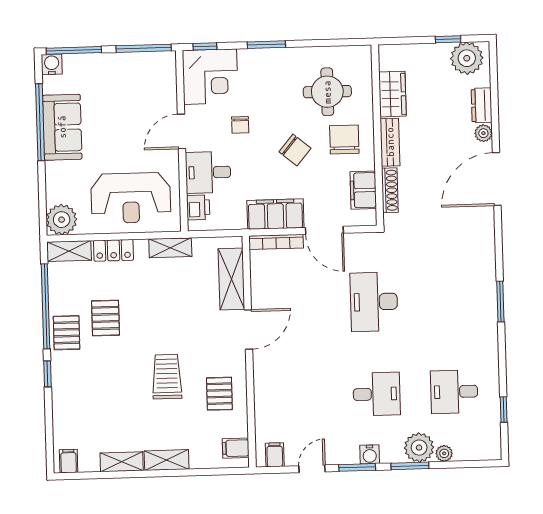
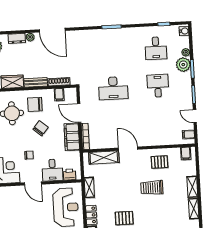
filing cabinet: (363, 190) -> (59, 95), width x0.50
door: (324, 230) -> (79, 113), swing flipped
water cooler: (370, 454) -> (184, 31), moved

